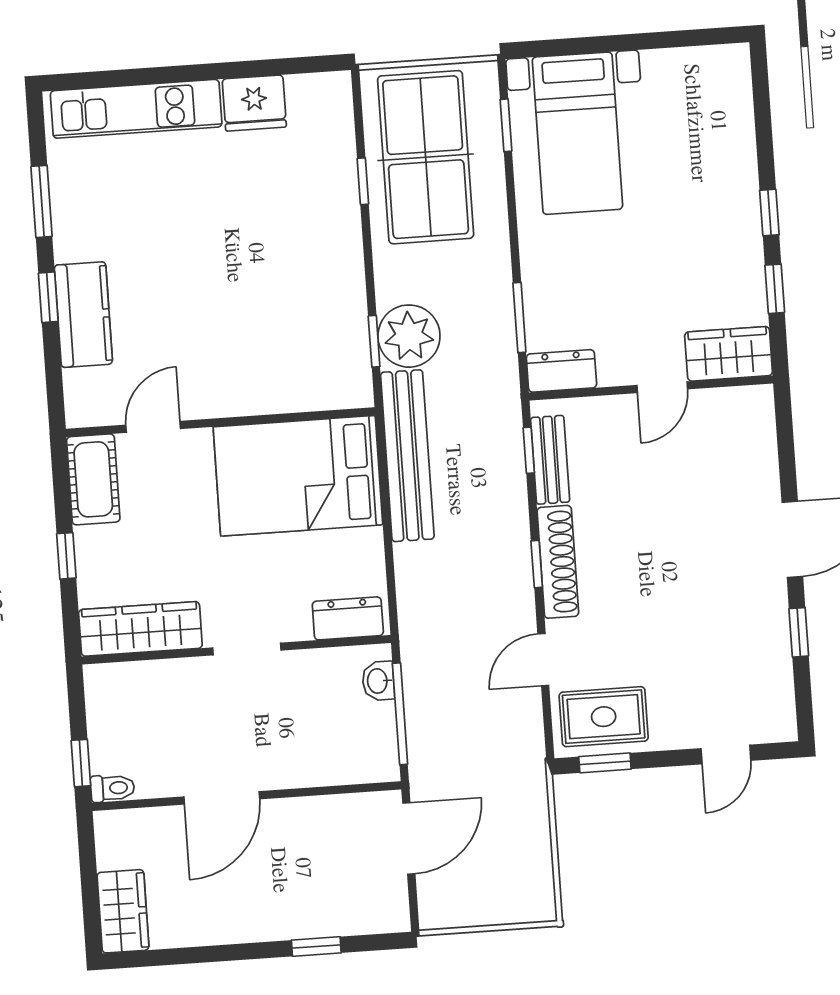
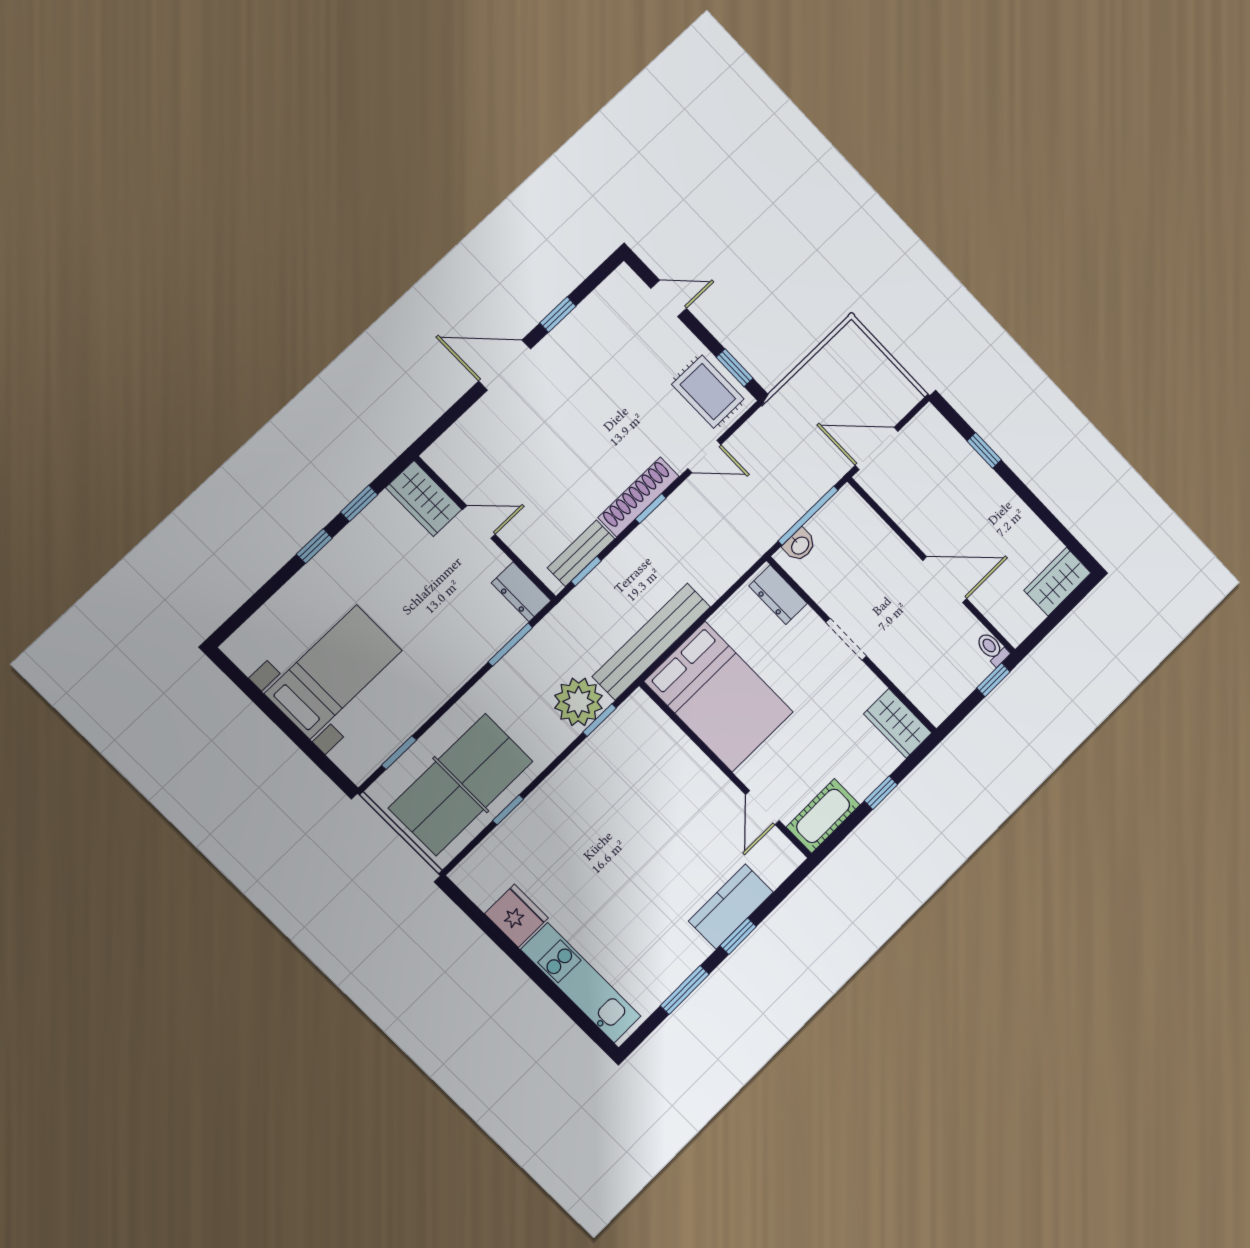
bed with nightstands: (577, 133) -> (333, 672), moved
door: (153, 427) -> (762, 808), hinge flipped
wardrobe: (140, 629) -> (898, 723), width x0.67

